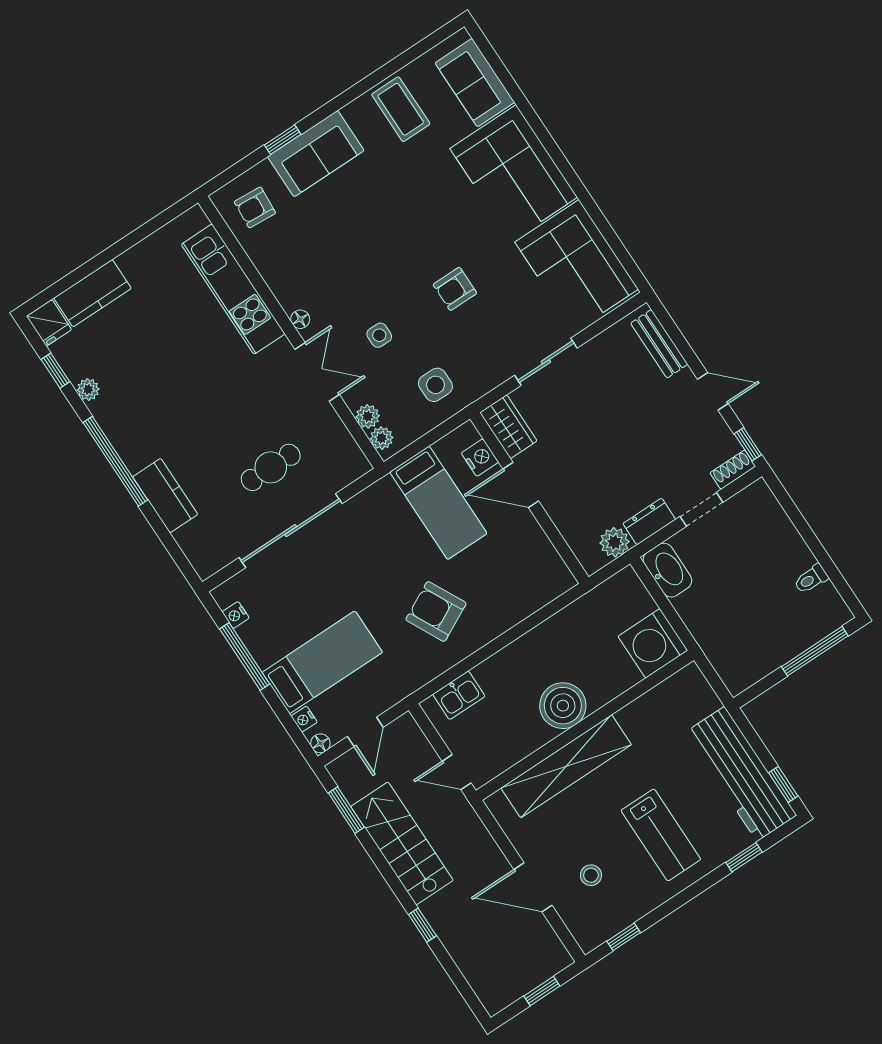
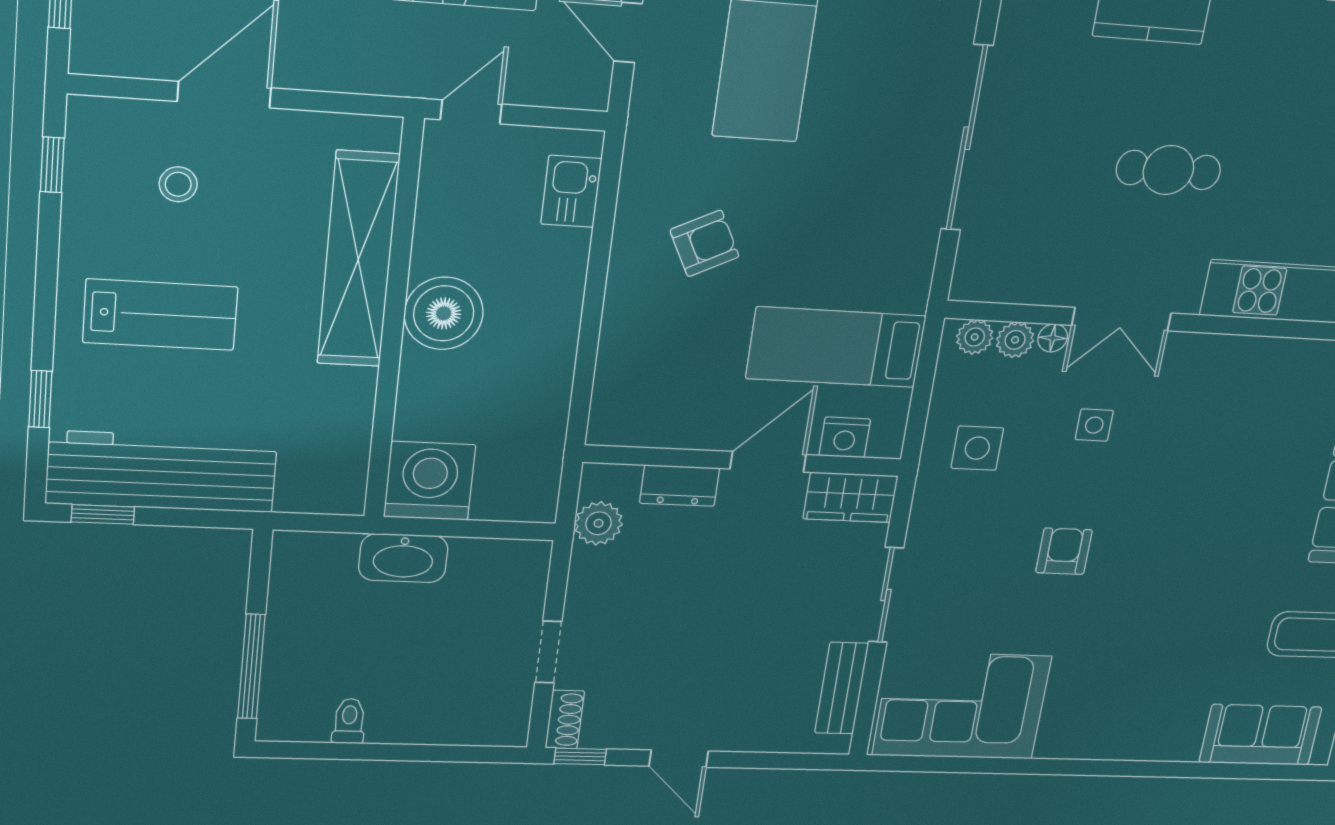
corner sofa: (514, 173) -> (1127, 708), removed
floor lamp: (300, 319) -> (1053, 338), moved
bench: (659, 344) -> (842, 688), moved, turned 90
door: (713, 391) -> (679, 759), hinge flipped
cafe table: (271, 467) -> (1168, 170), moved, turned 90
dresser: (649, 521) -> (680, 486), moved, turned 90
washbasin: (667, 570) -> (403, 558), moved
armchair: (436, 611) -> (705, 243), width x0.72, depth x0.72
lab bench: (661, 835) -> (160, 315), turned 180

